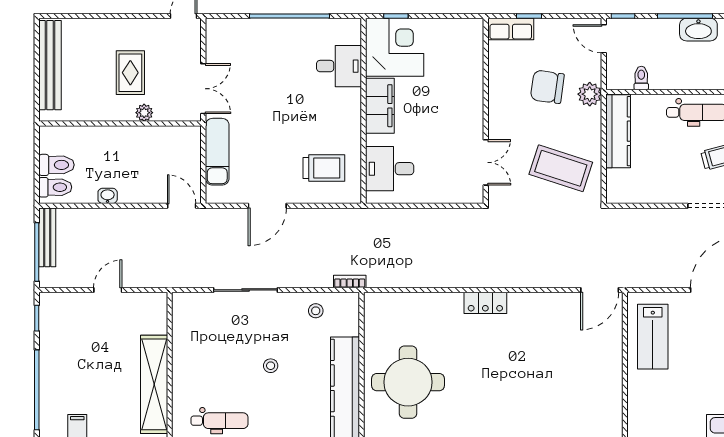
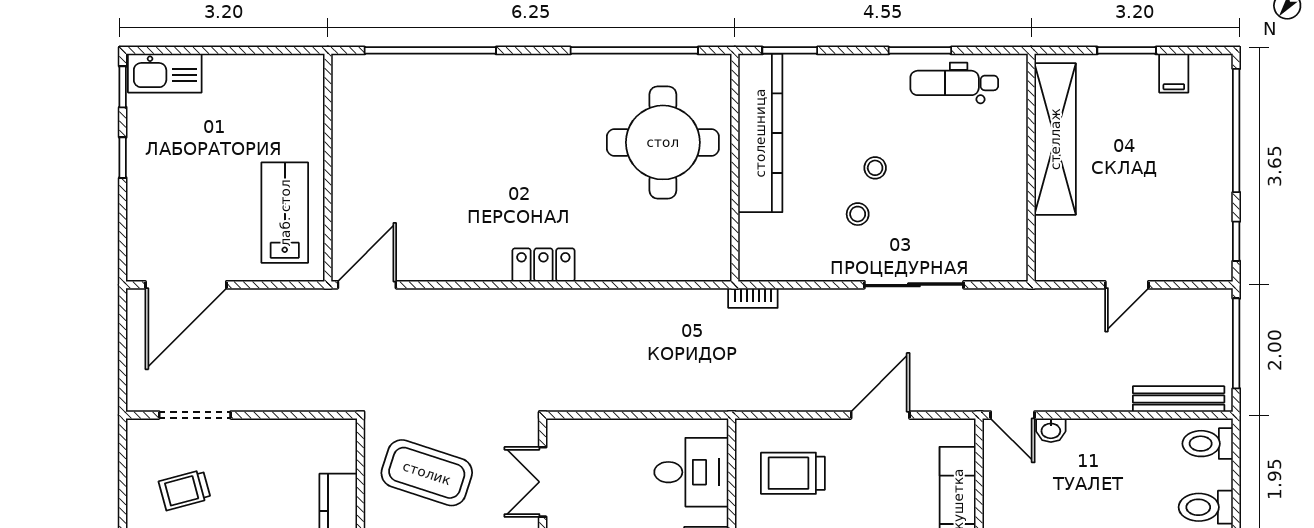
toilet: (57, 165) -> (1206, 507), moved
washbasin: (108, 196) -> (1051, 430), moved
bench: (47, 237) -> (1179, 399), moved, turned 90
stool: (316, 311) -> (858, 214), moved

